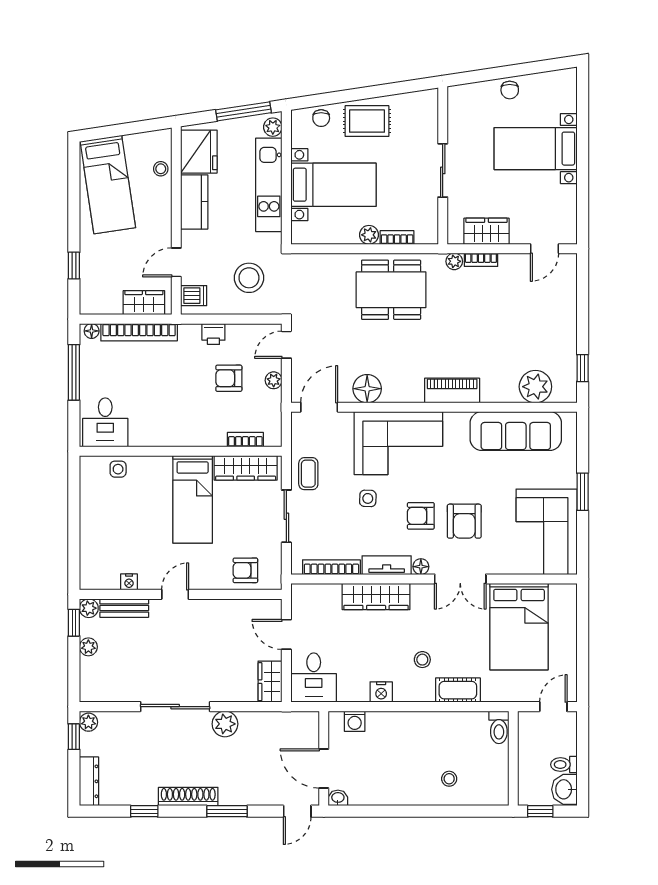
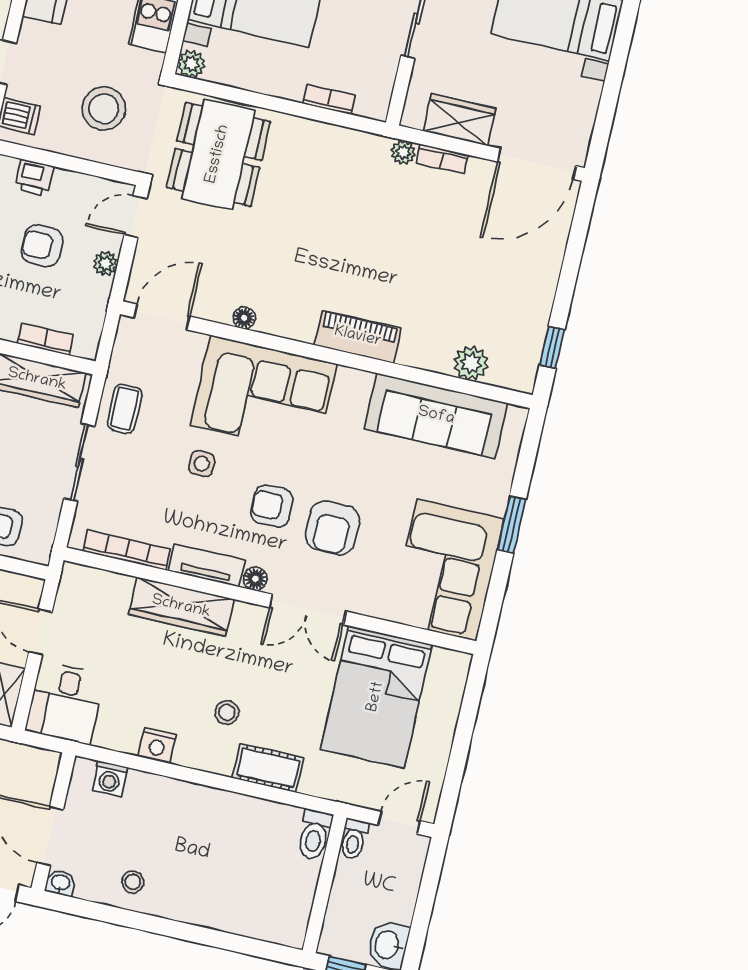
plant: (369, 235) -> (191, 64), moved
door: (544, 249) -> (537, 164), width x1.88
dining table: (391, 290) -> (218, 154), moved, turned 90
plant: (535, 387) -> (471, 363), width x0.73, depth x0.73
floor lamp: (367, 389) -> (244, 318), width x0.53, depth x0.53
toilet: (564, 765) -> (354, 839), moved, turned -90
stool: (449, 779) -> (133, 882), moved

